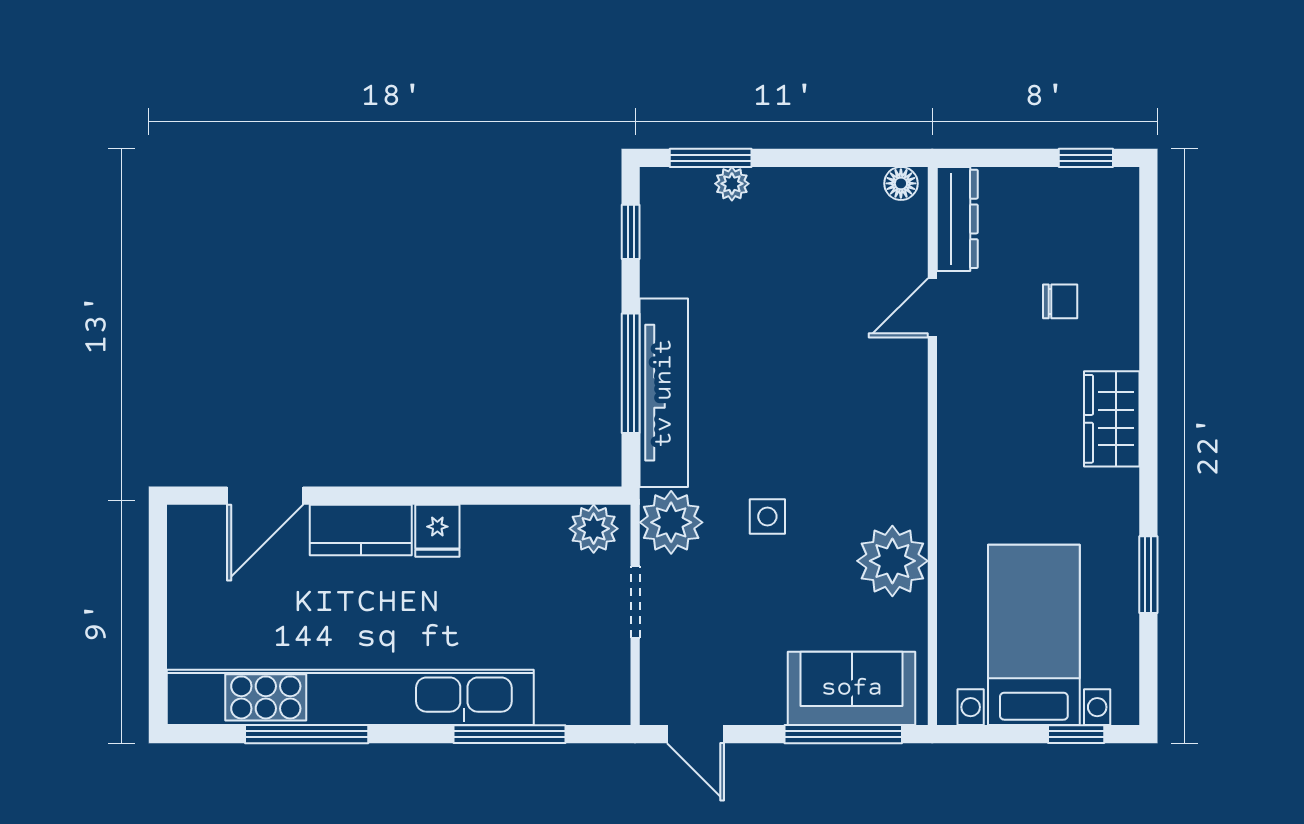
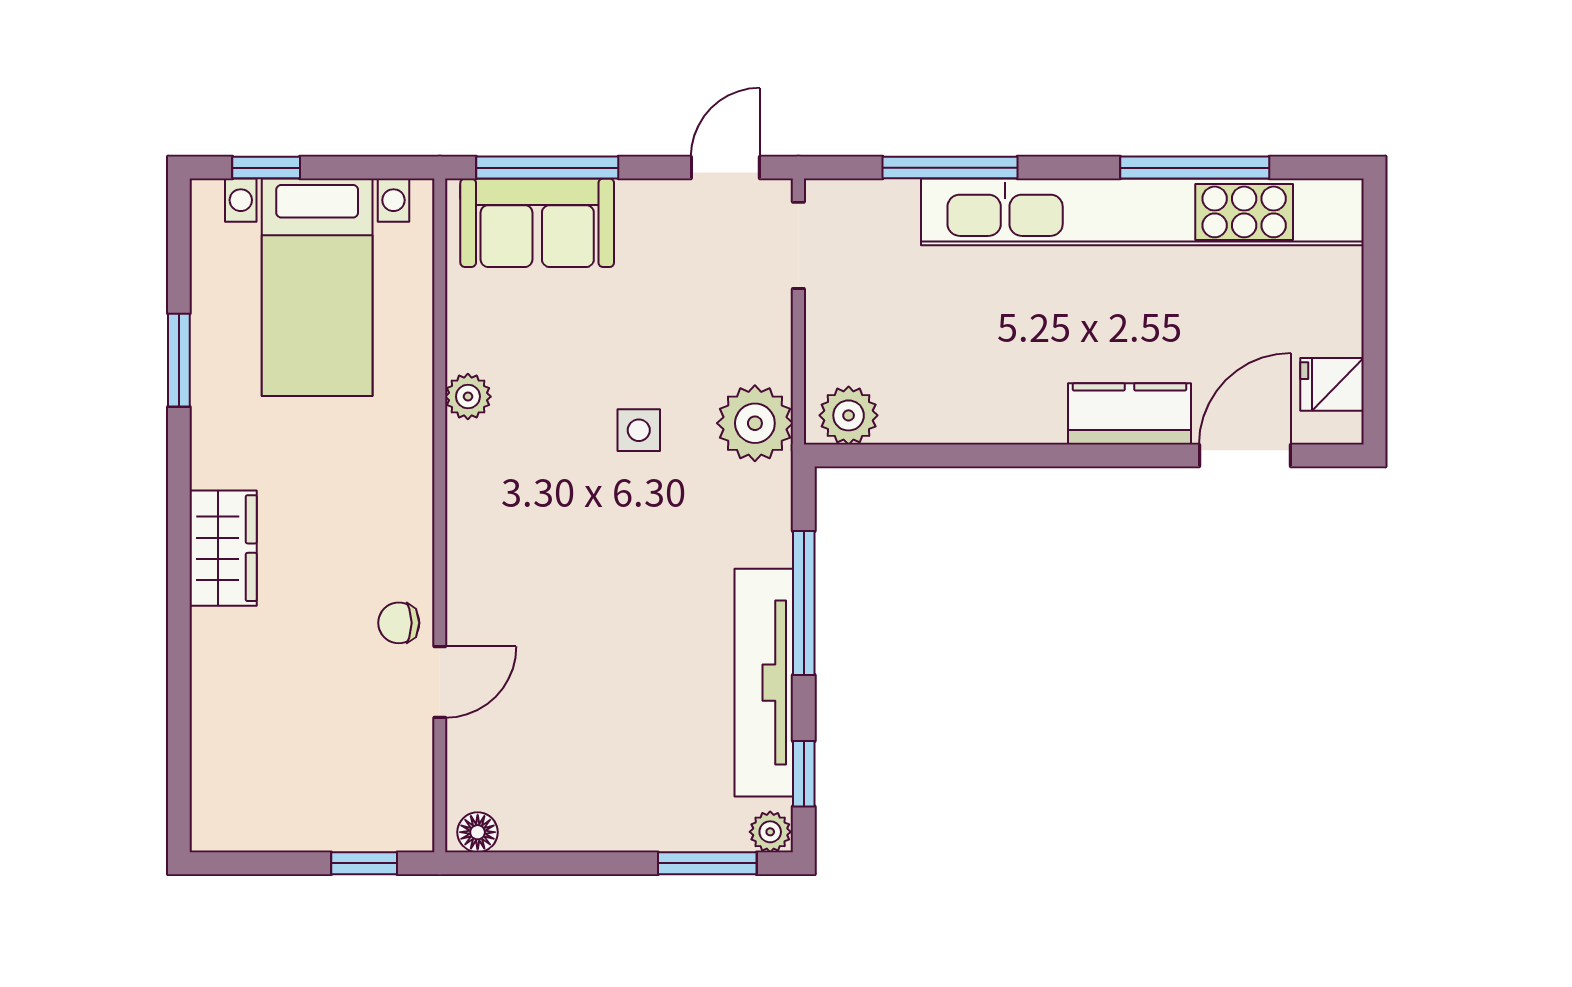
window: (1086, 158) -> (364, 863), moved
plant: (732, 184) -> (770, 832), moved
dresser: (957, 219) -> (410, 789), removed
chair: (1060, 301) -> (399, 623), moved
tv unit: (664, 393) -> (764, 683), moved
fridge: (437, 531) -> (1332, 384), moved, turned -90
plant: (892, 561) -> (468, 397), width x0.53, depth x0.53
doorway: (635, 602) -> (798, 245), moved
door: (696, 734) -> (725, 168), hinge flipped

